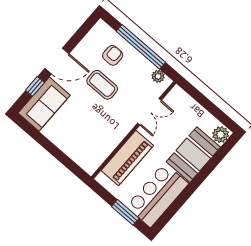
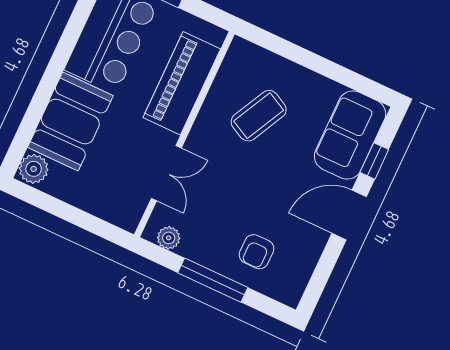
window: (141, 47) -> (213, 280), width x0.68
coffee table: (102, 85) -> (259, 116), moved, turned -63
double door: (149, 112) -> (166, 173), swing flipped

